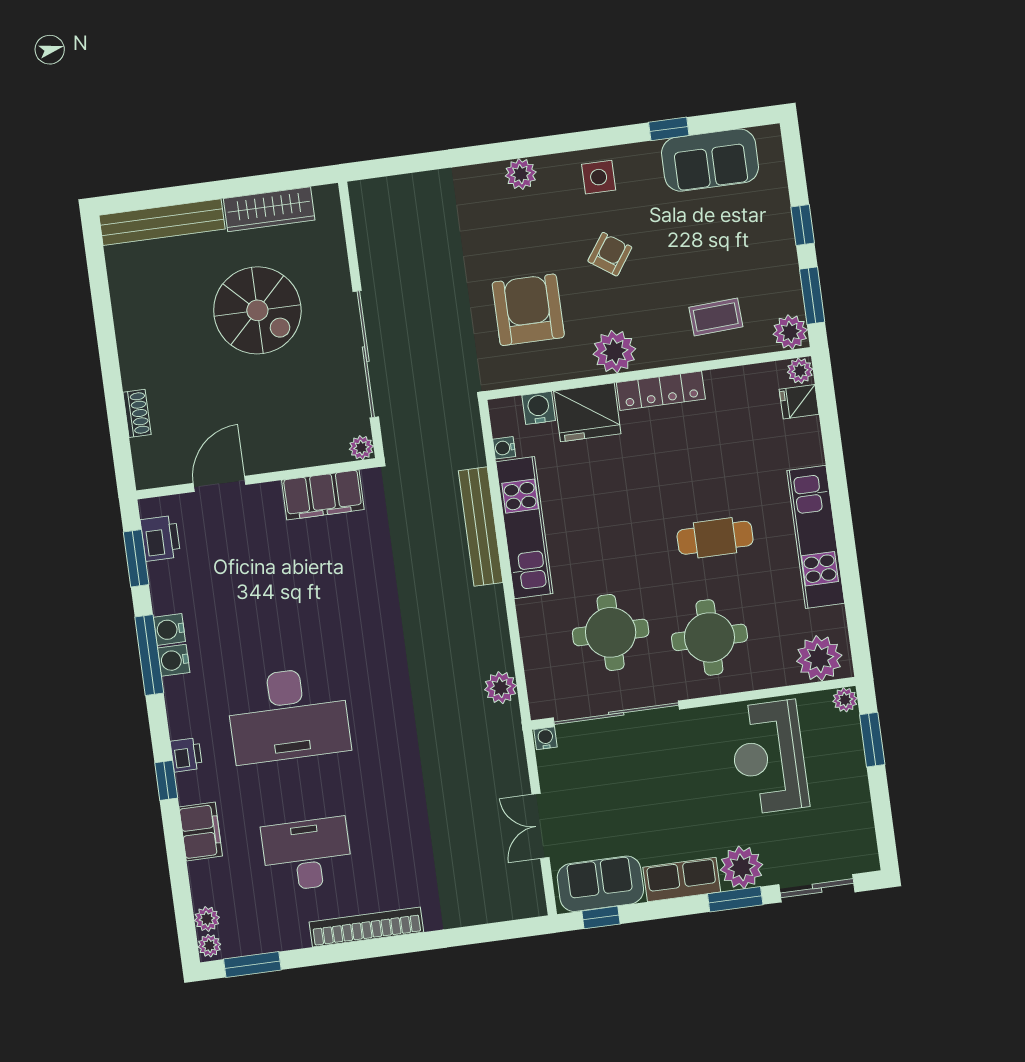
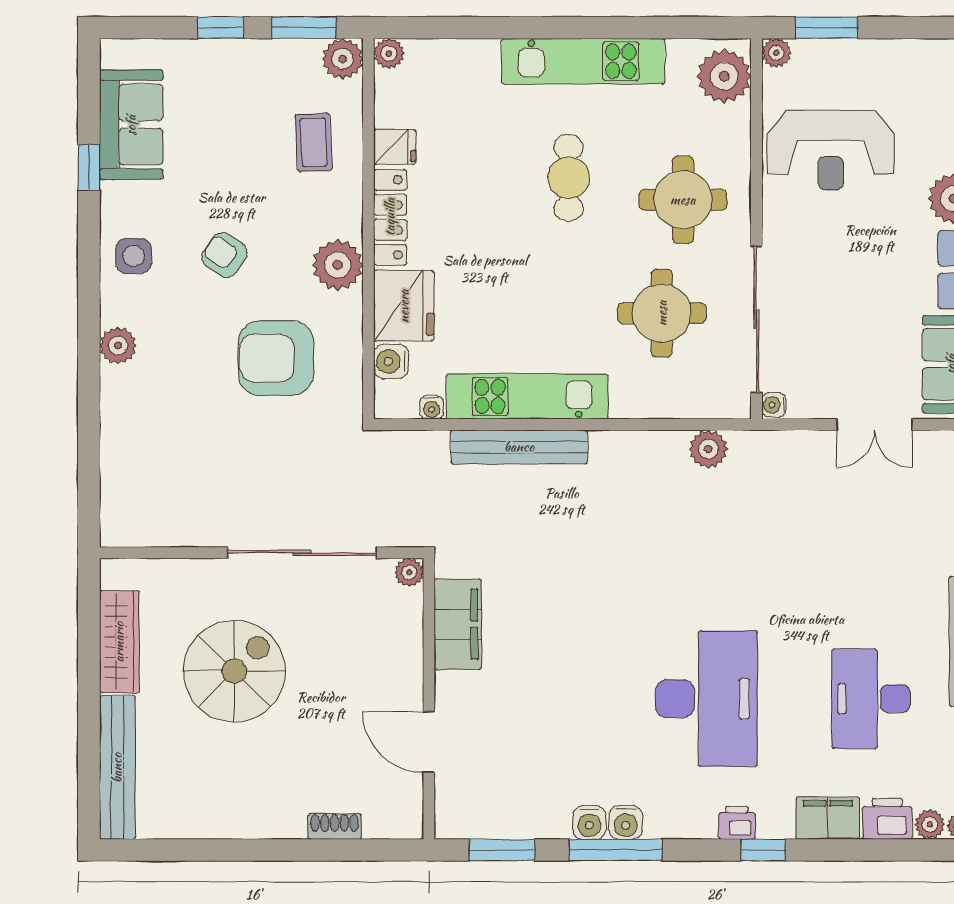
fridge: (799, 402) -> (395, 147), moved, turned -90
printer: (160, 538) -> (887, 819), moved

